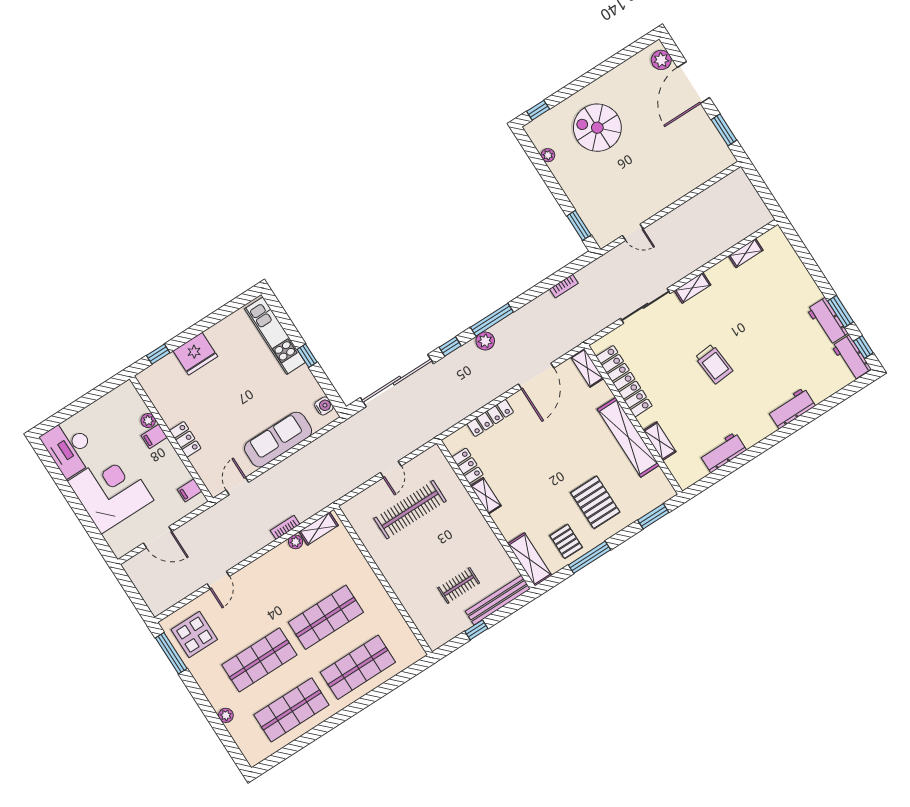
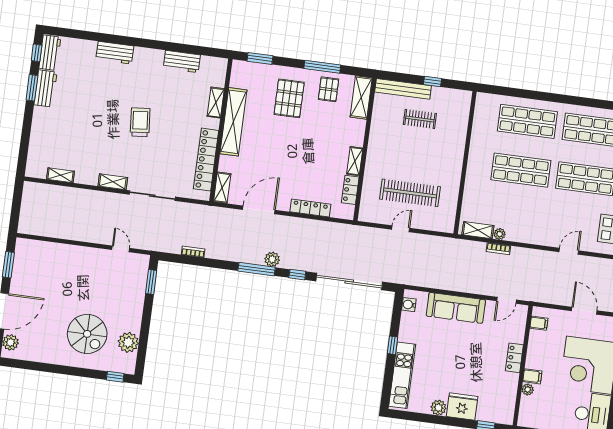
plant: (548, 155) -> (128, 342), width x1.87, depth x1.87
plant: (216, 334) -> (438, 408), added

